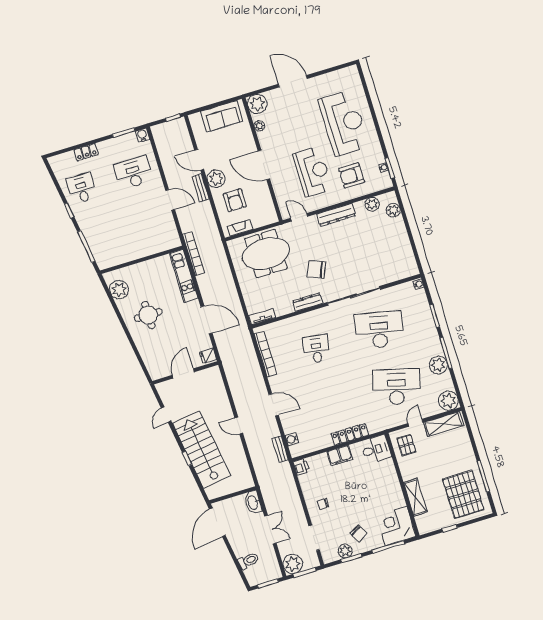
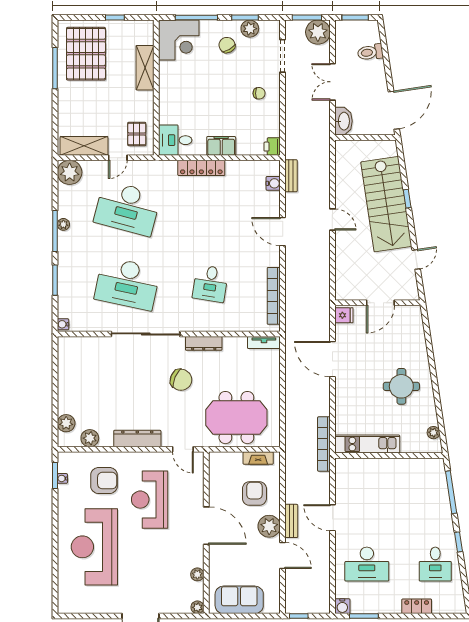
plant: (257, 104) -> (197, 607), width x0.53, depth x0.53
kitchen unit: (184, 276) -> (367, 444), moved, turned -90
plant: (119, 290) -> (433, 433), width x0.53, depth x0.53
plant: (438, 365) -> (63, 224), width x0.53, depth x0.53

